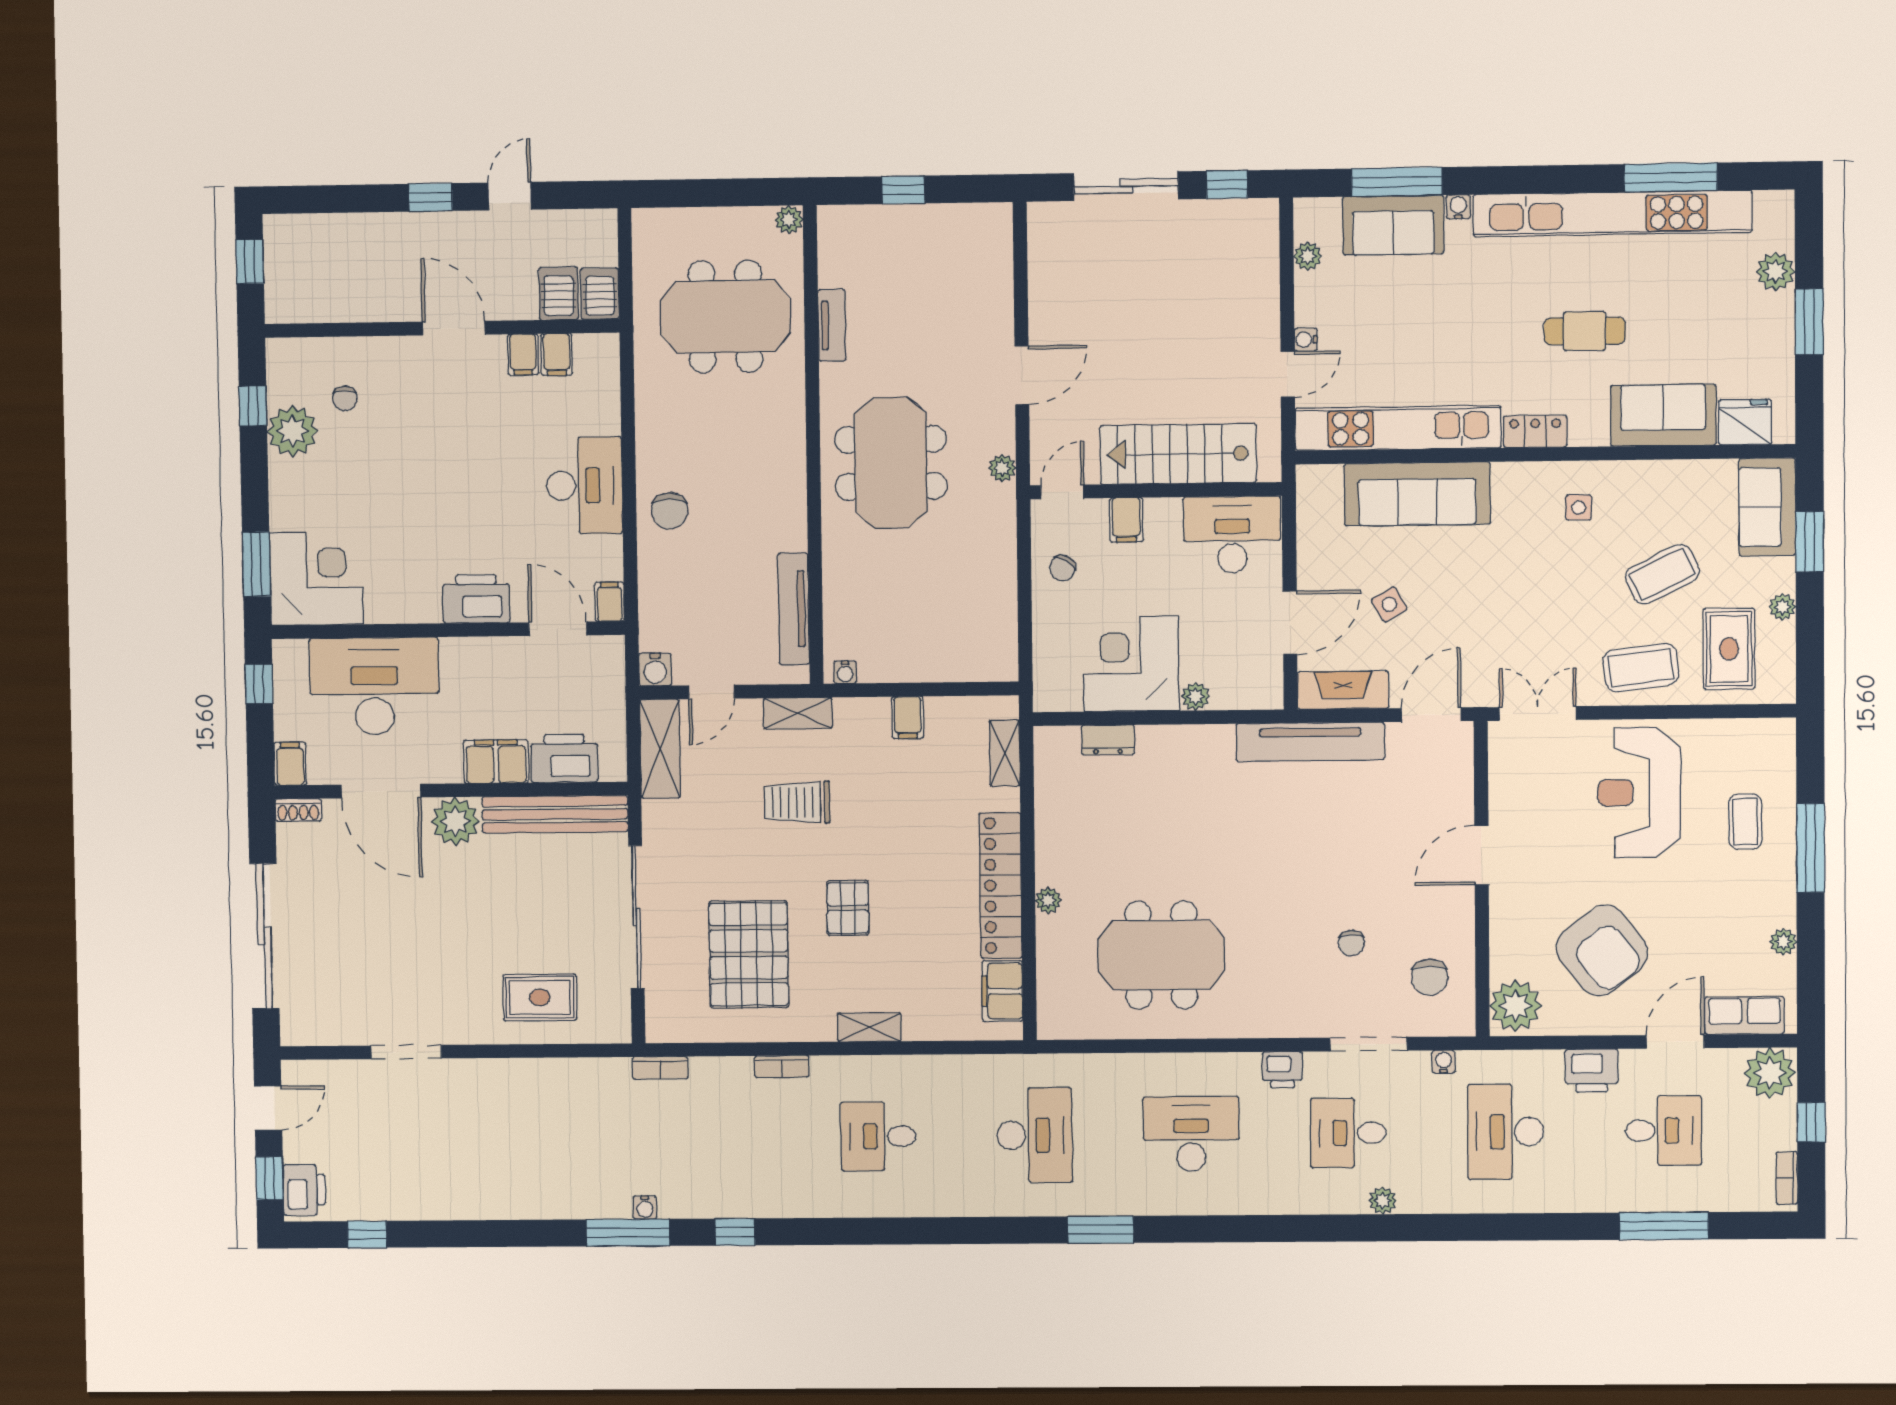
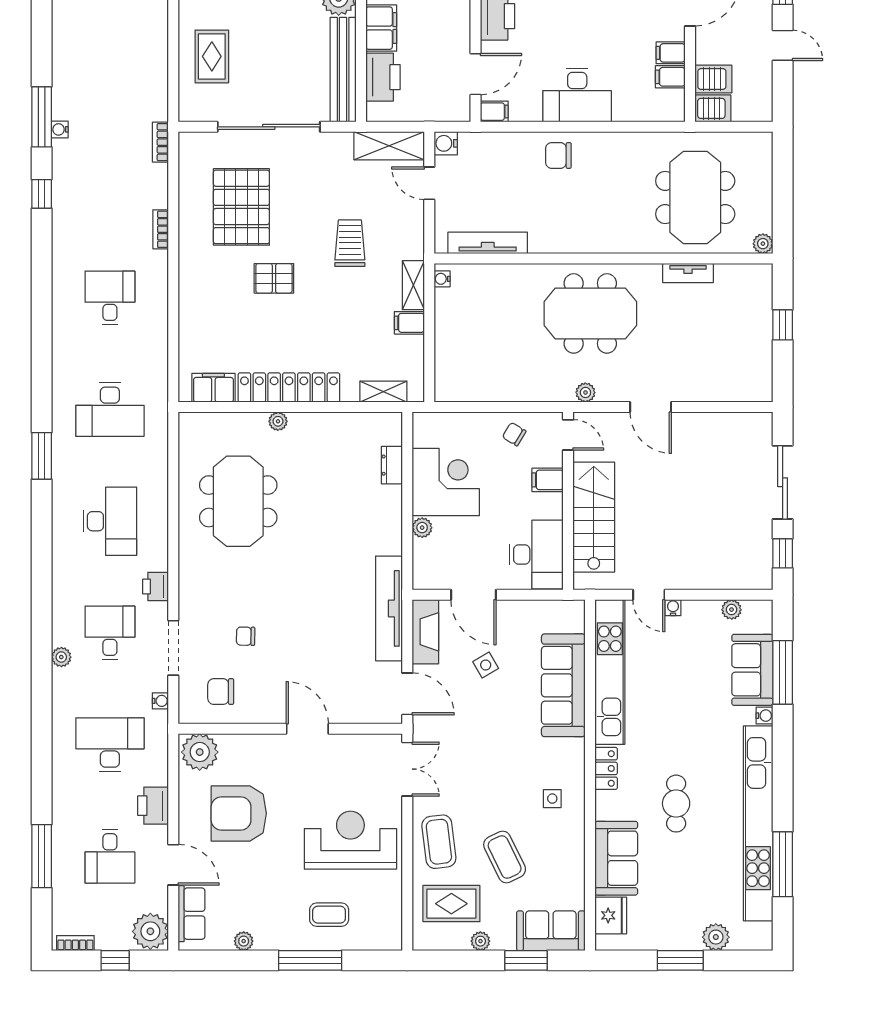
shelving: (798, 713) -> (413, 285), moved
armchair: (1602, 950) -> (239, 813), turned 38
pallet: (749, 954) -> (241, 207), turned 90
shelving: (869, 1027) -> (188, 293), removed

